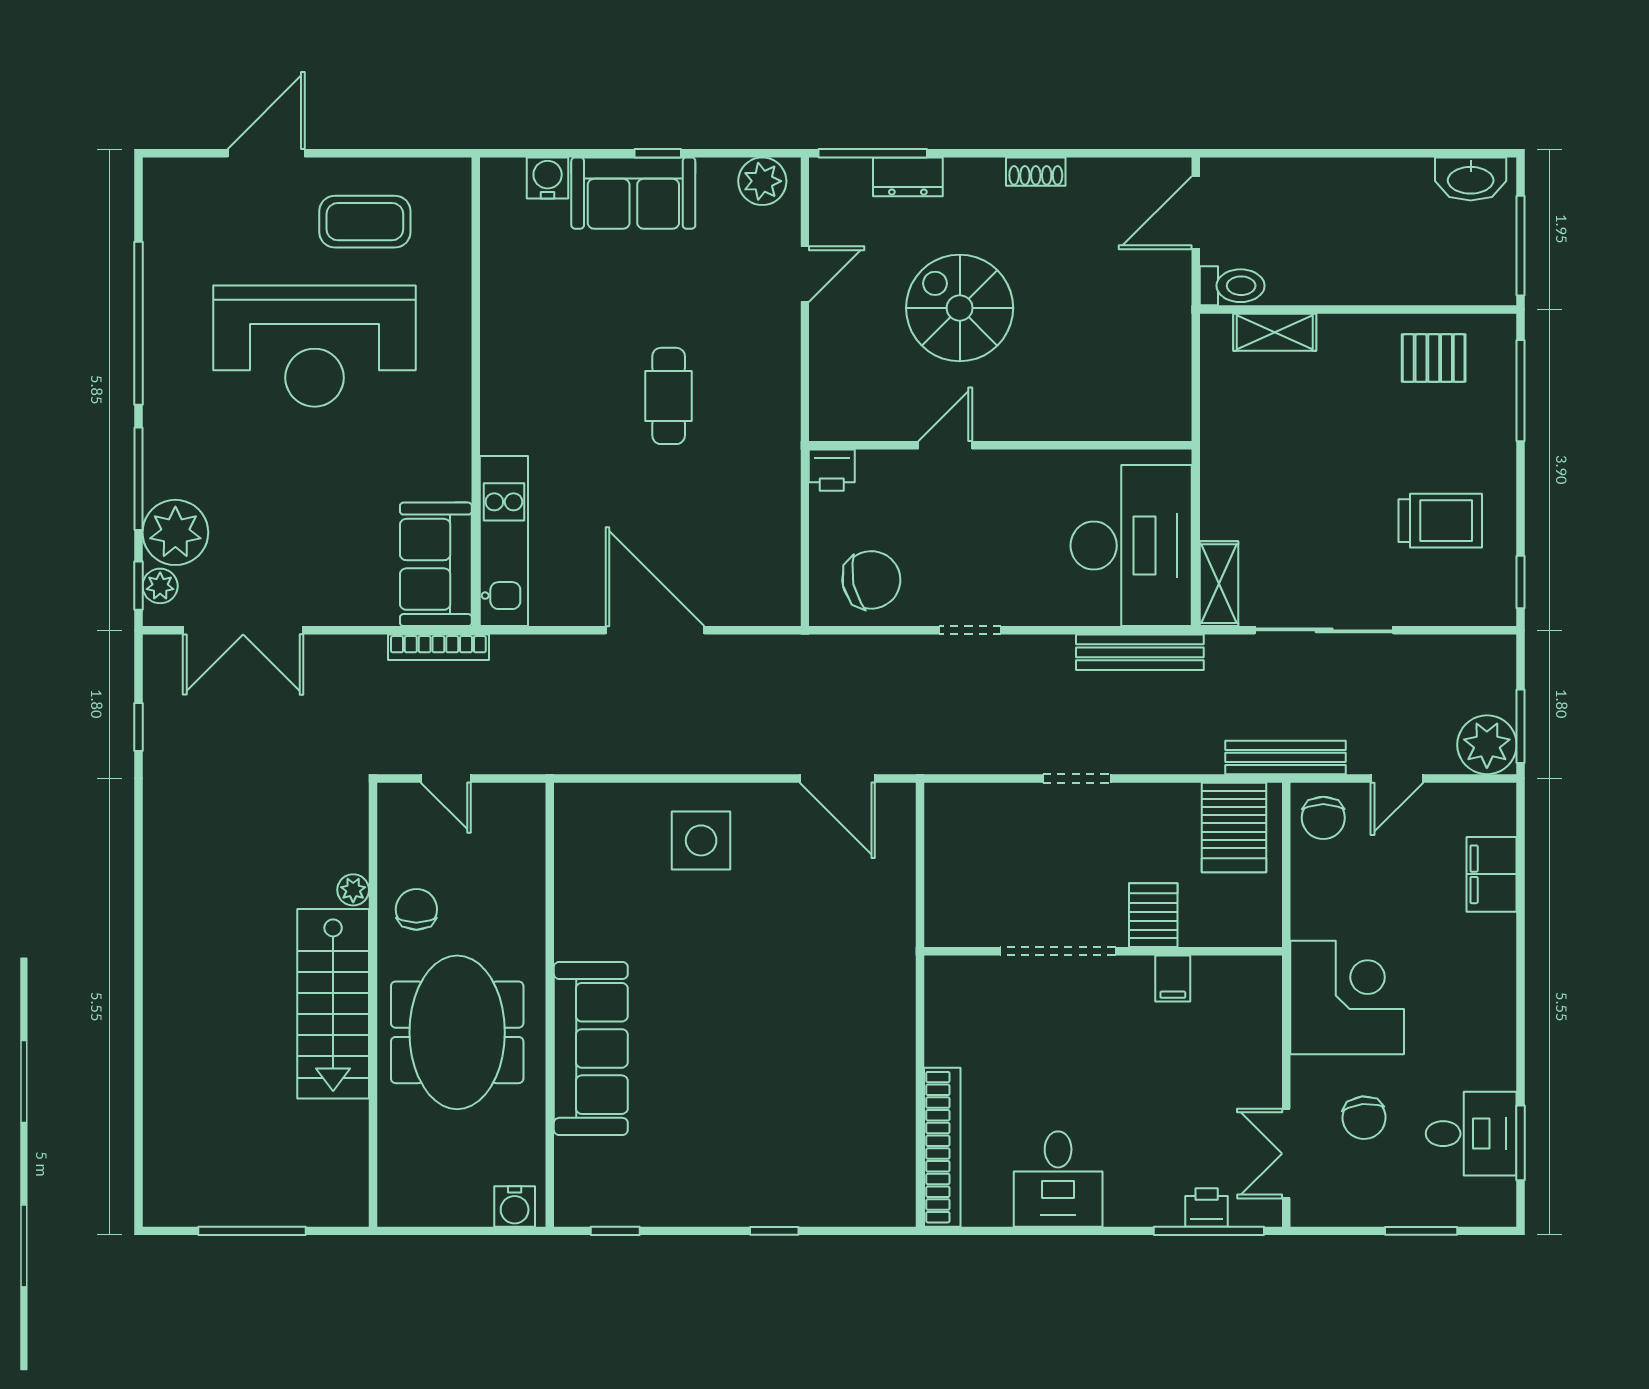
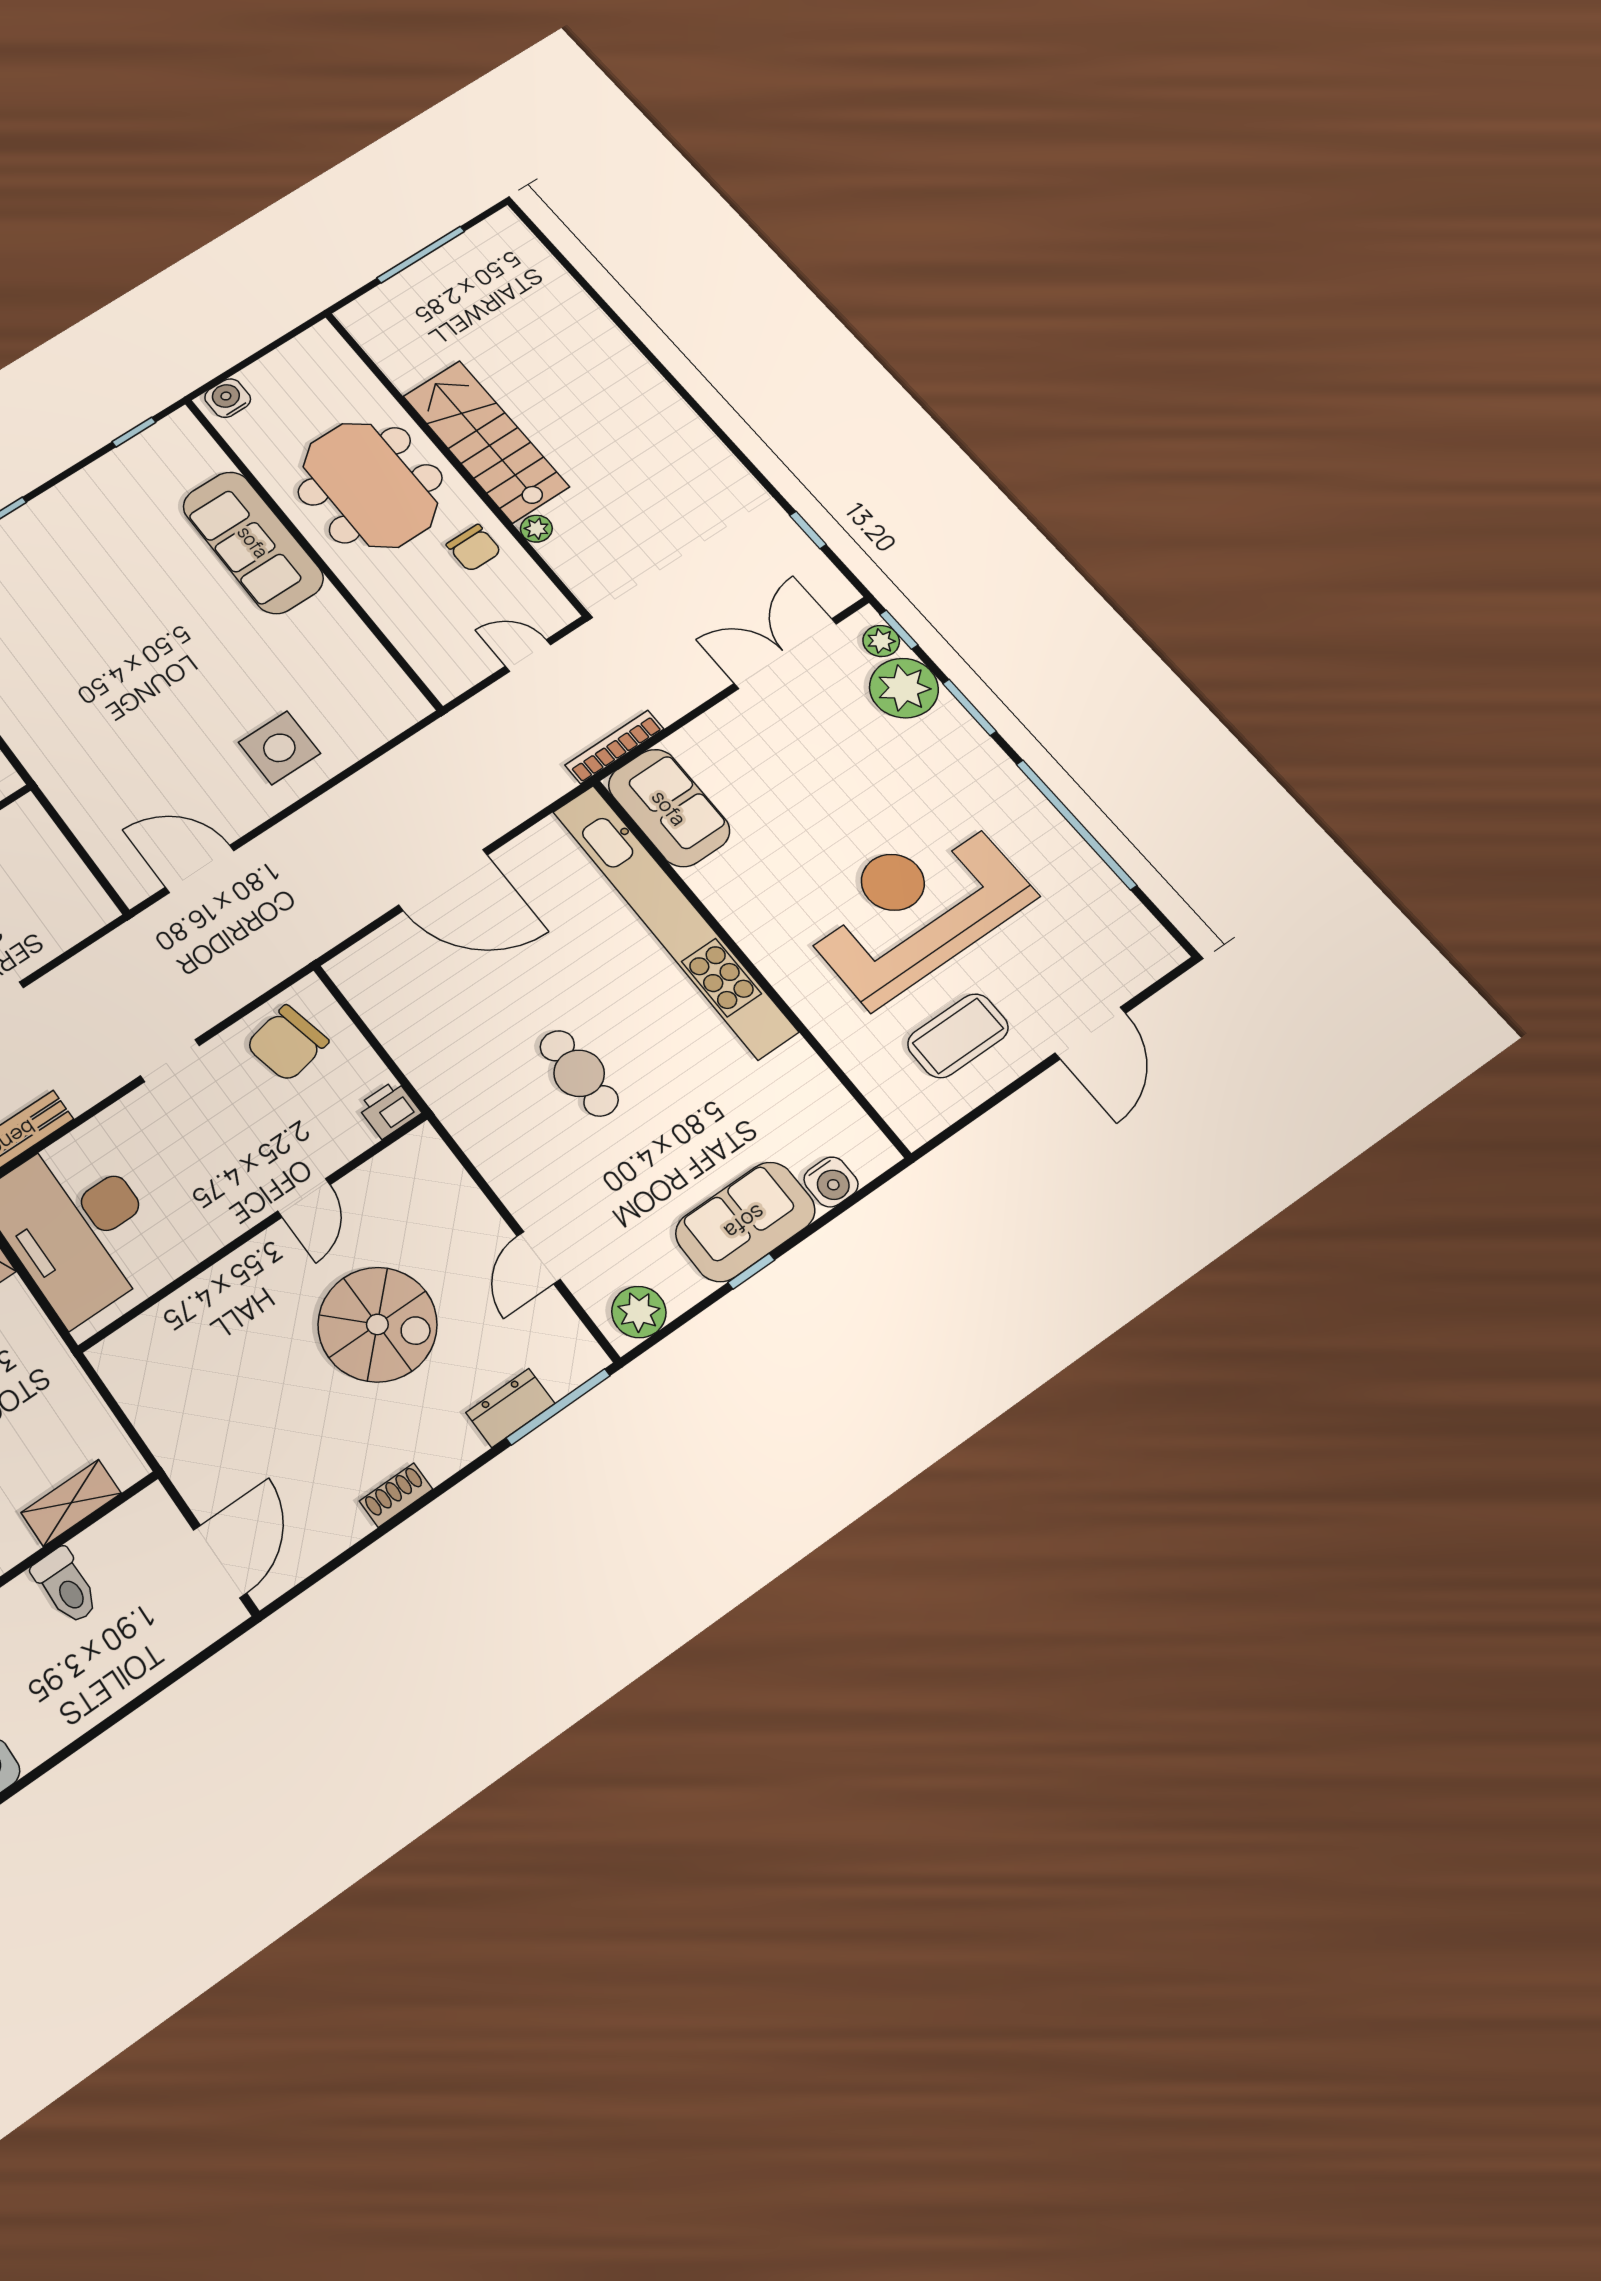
toilet: (1232, 286) -> (66, 1586), moved, turned -90
window: (139, 479) -> (970, 707), width x0.69
kitchen unit: (504, 541) -> (674, 920), width x1.86

